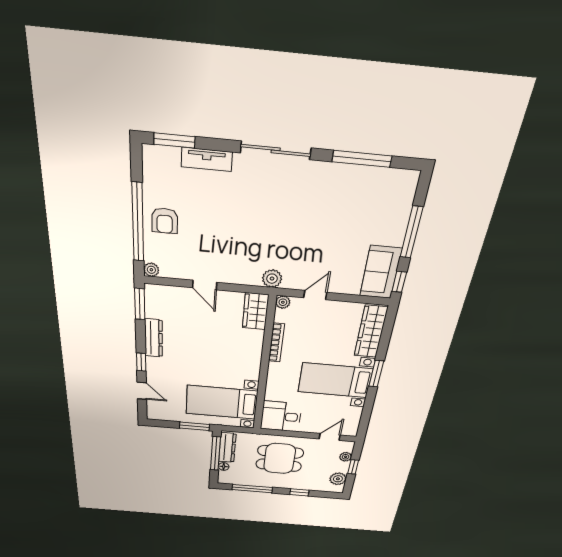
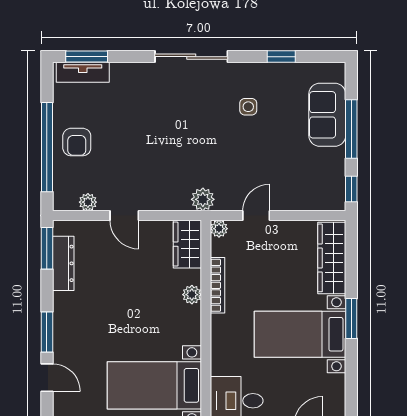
tv unit: (207, 159) -> (83, 72), moved
window: (362, 159) -> (281, 57), width x0.46
side table: (323, 204) -> (248, 107), added
plant: (151, 270) -> (88, 202), moved
sofa: (381, 272) -> (327, 115), moved
dresser: (154, 338) -> (63, 263), moved
plant: (255, 347) -> (192, 295), added
window: (141, 362) -> (47, 332), width x1.50

